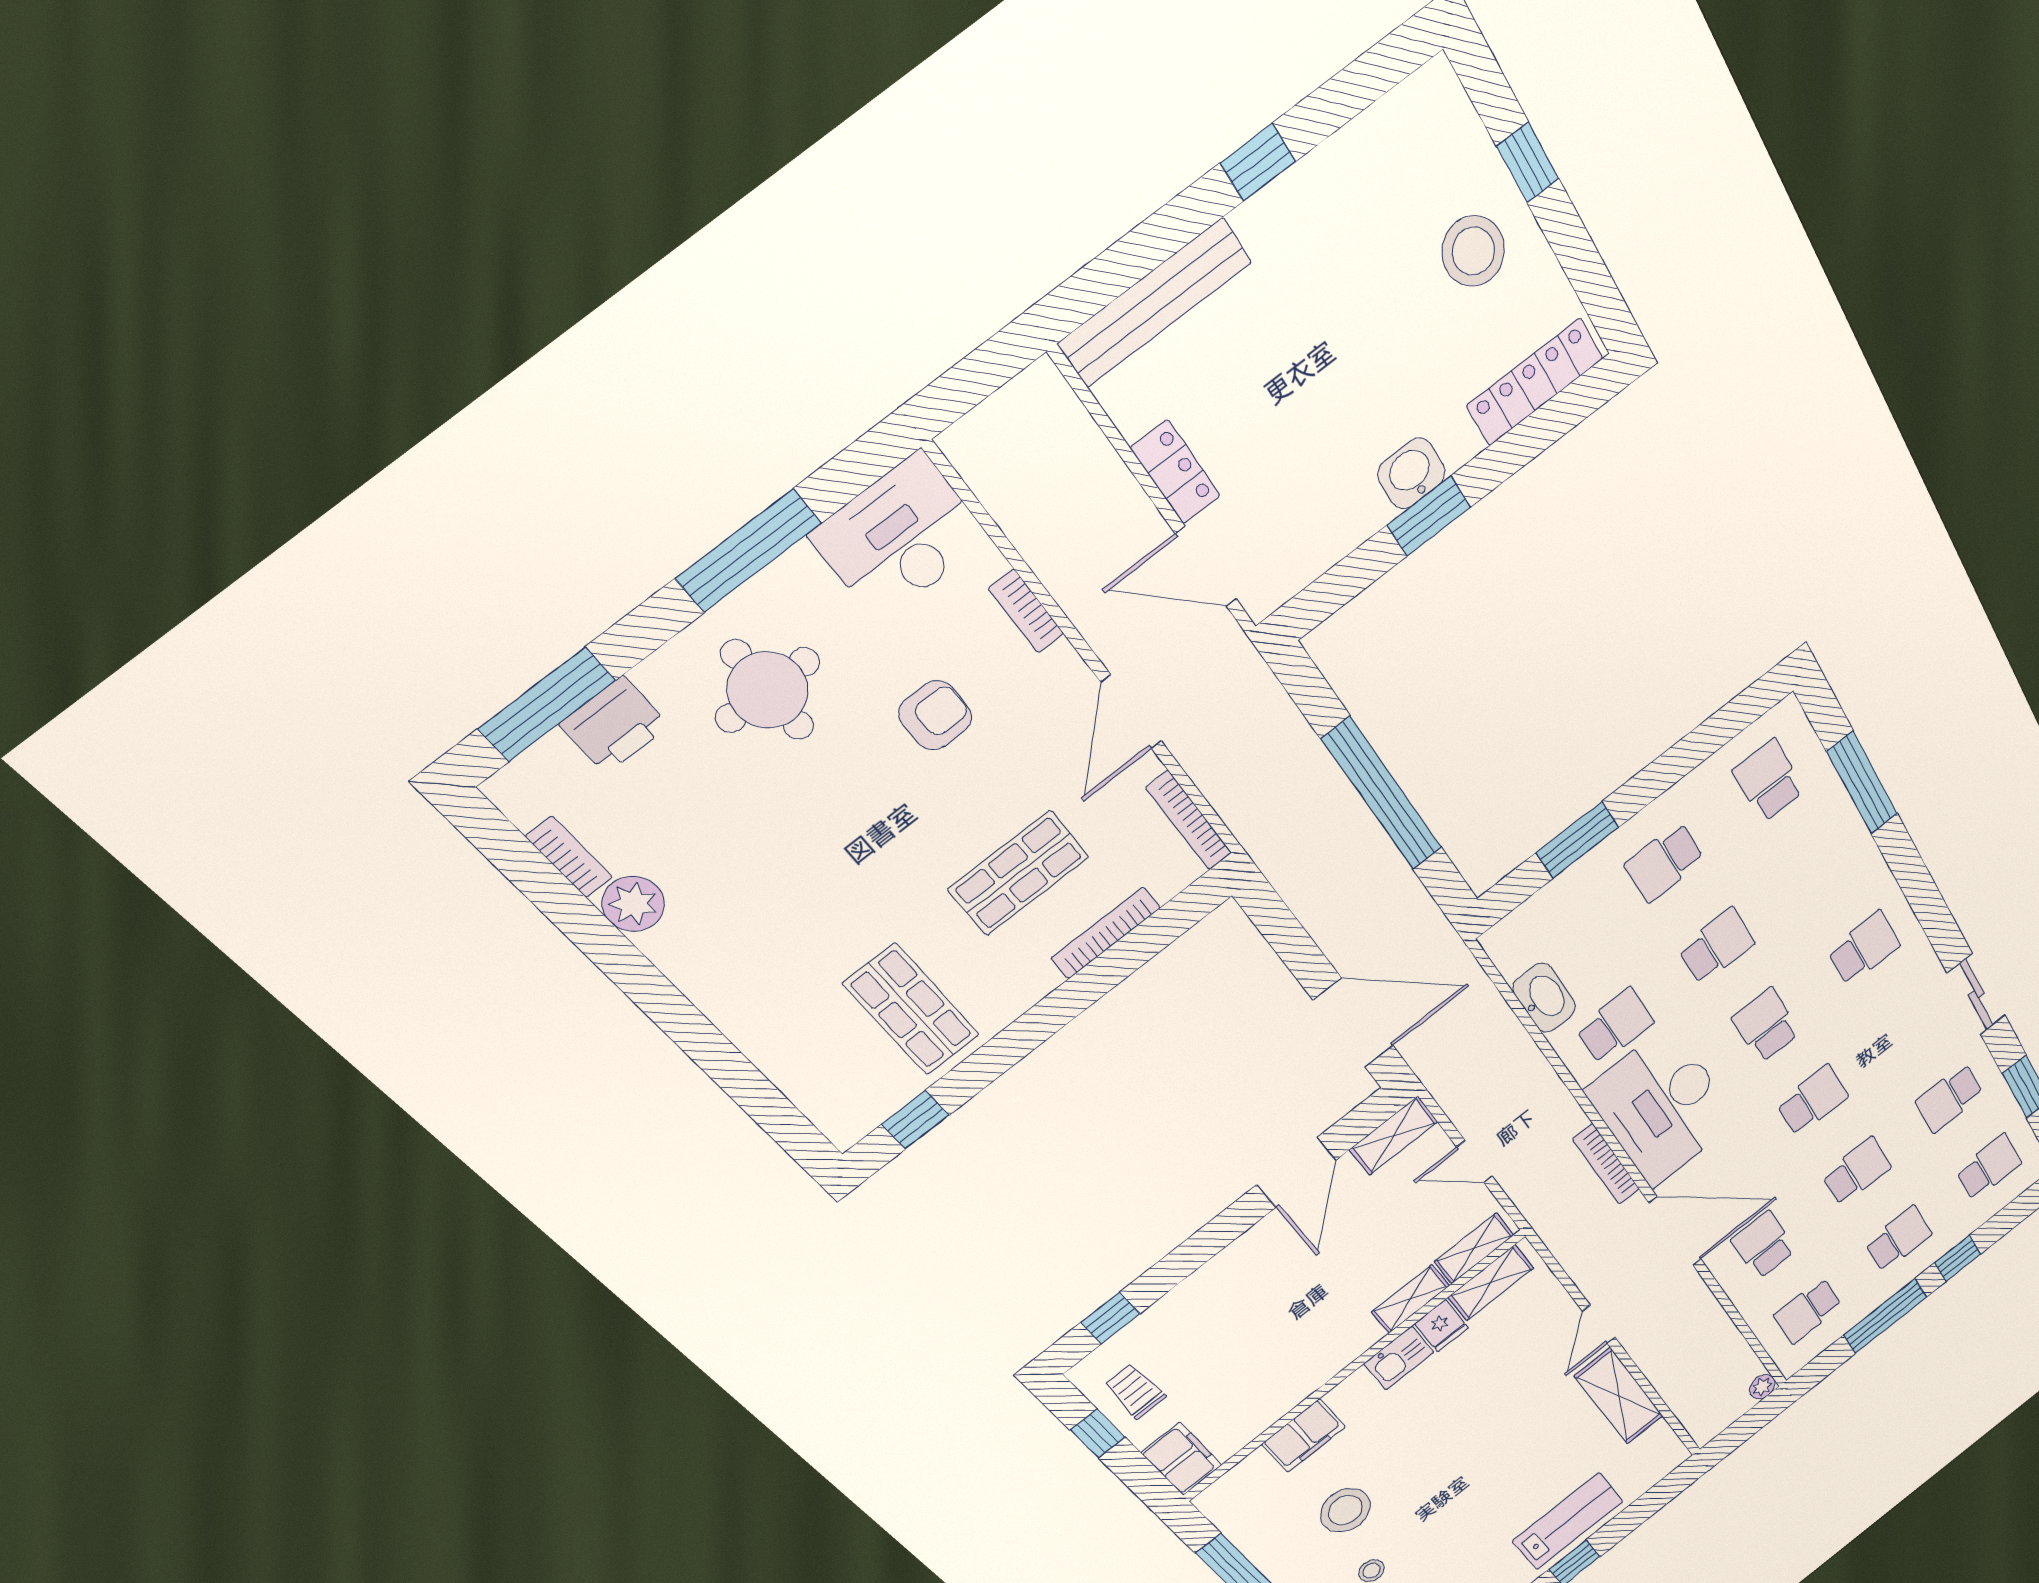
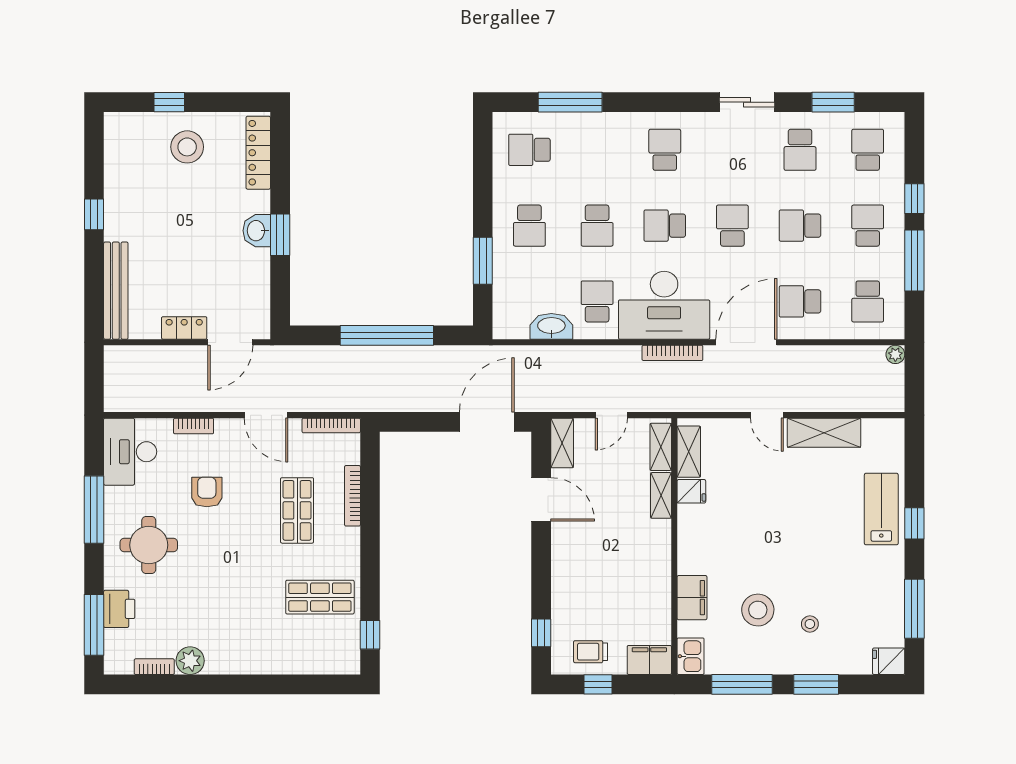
school desk: (1717, 946) -> (597, 226), turned 180
school desk: (1857, 1171) -> (800, 226), turned -90
kitchen sink: (1399, 1358) -> (691, 656), moved

